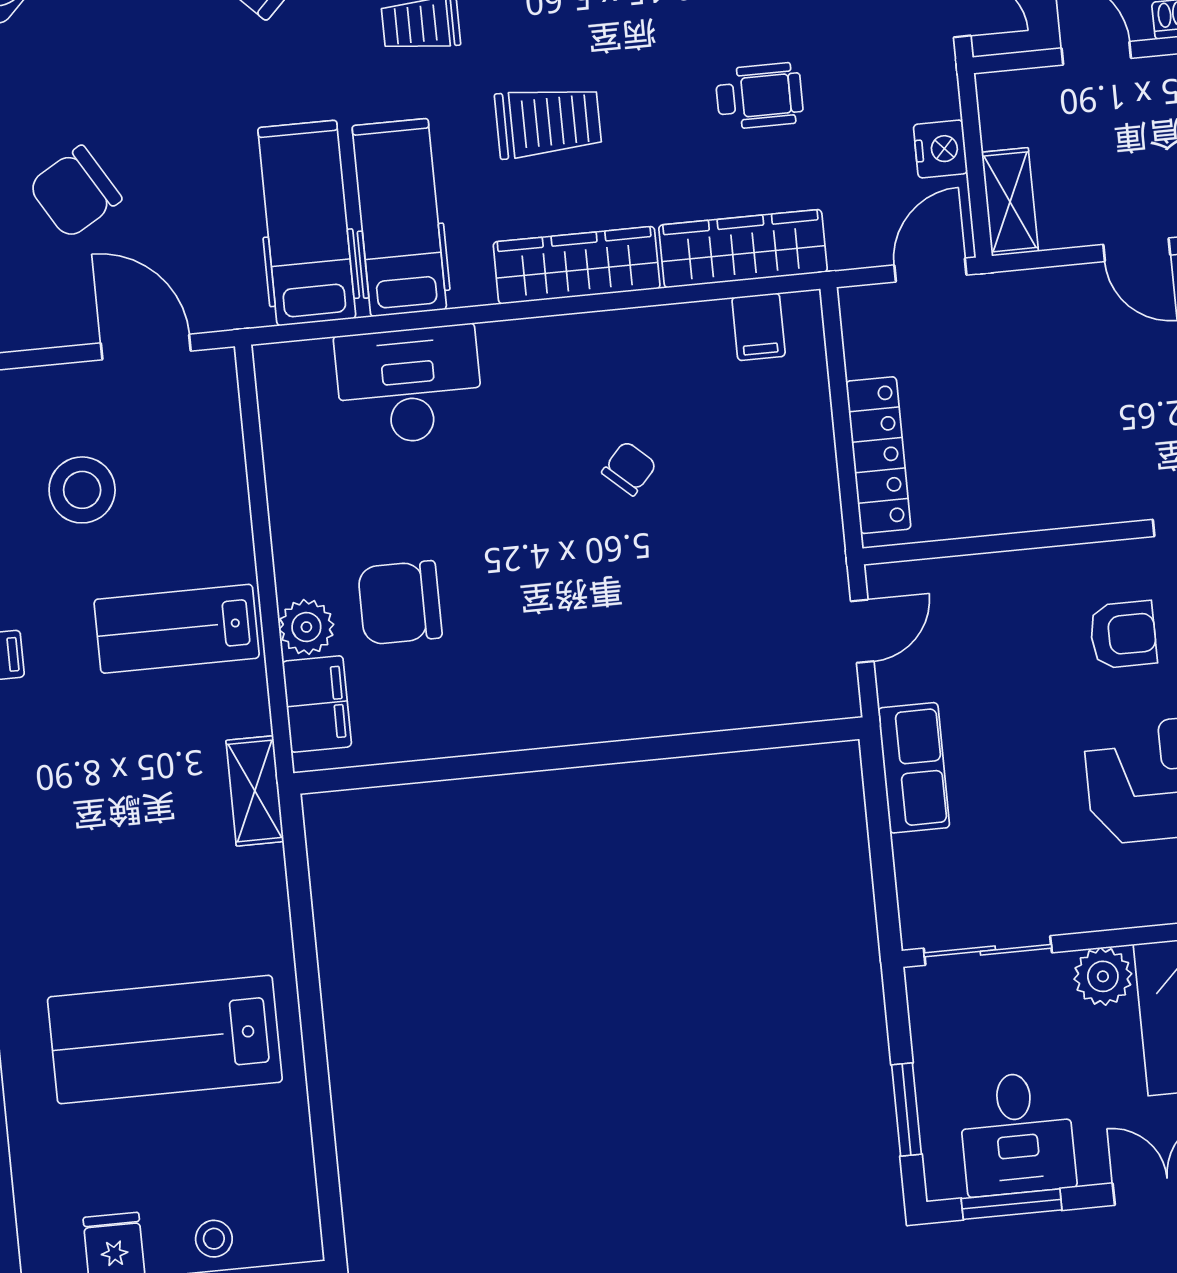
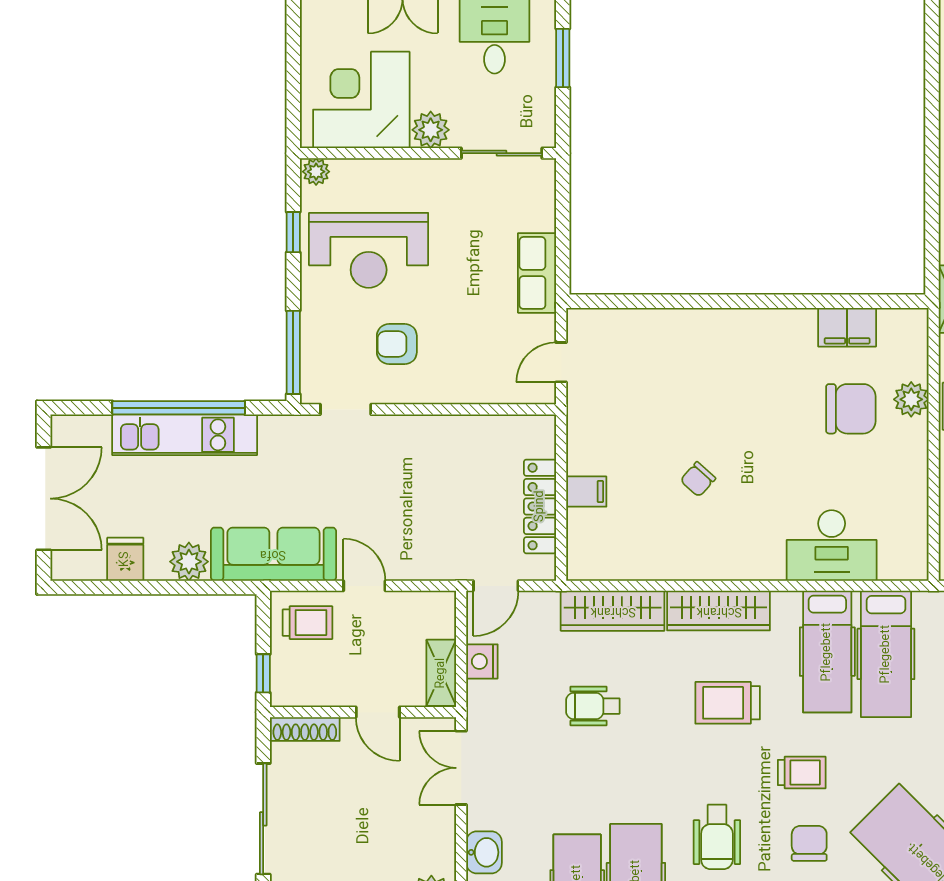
shelving: (1010, 202) -> (441, 673), moved
filing cabinet: (759, 327) -> (586, 492), moved, turned 90
locker: (878, 455) -> (540, 506), moved
filing cabinet: (317, 704) -> (847, 327), moved, turned -90

